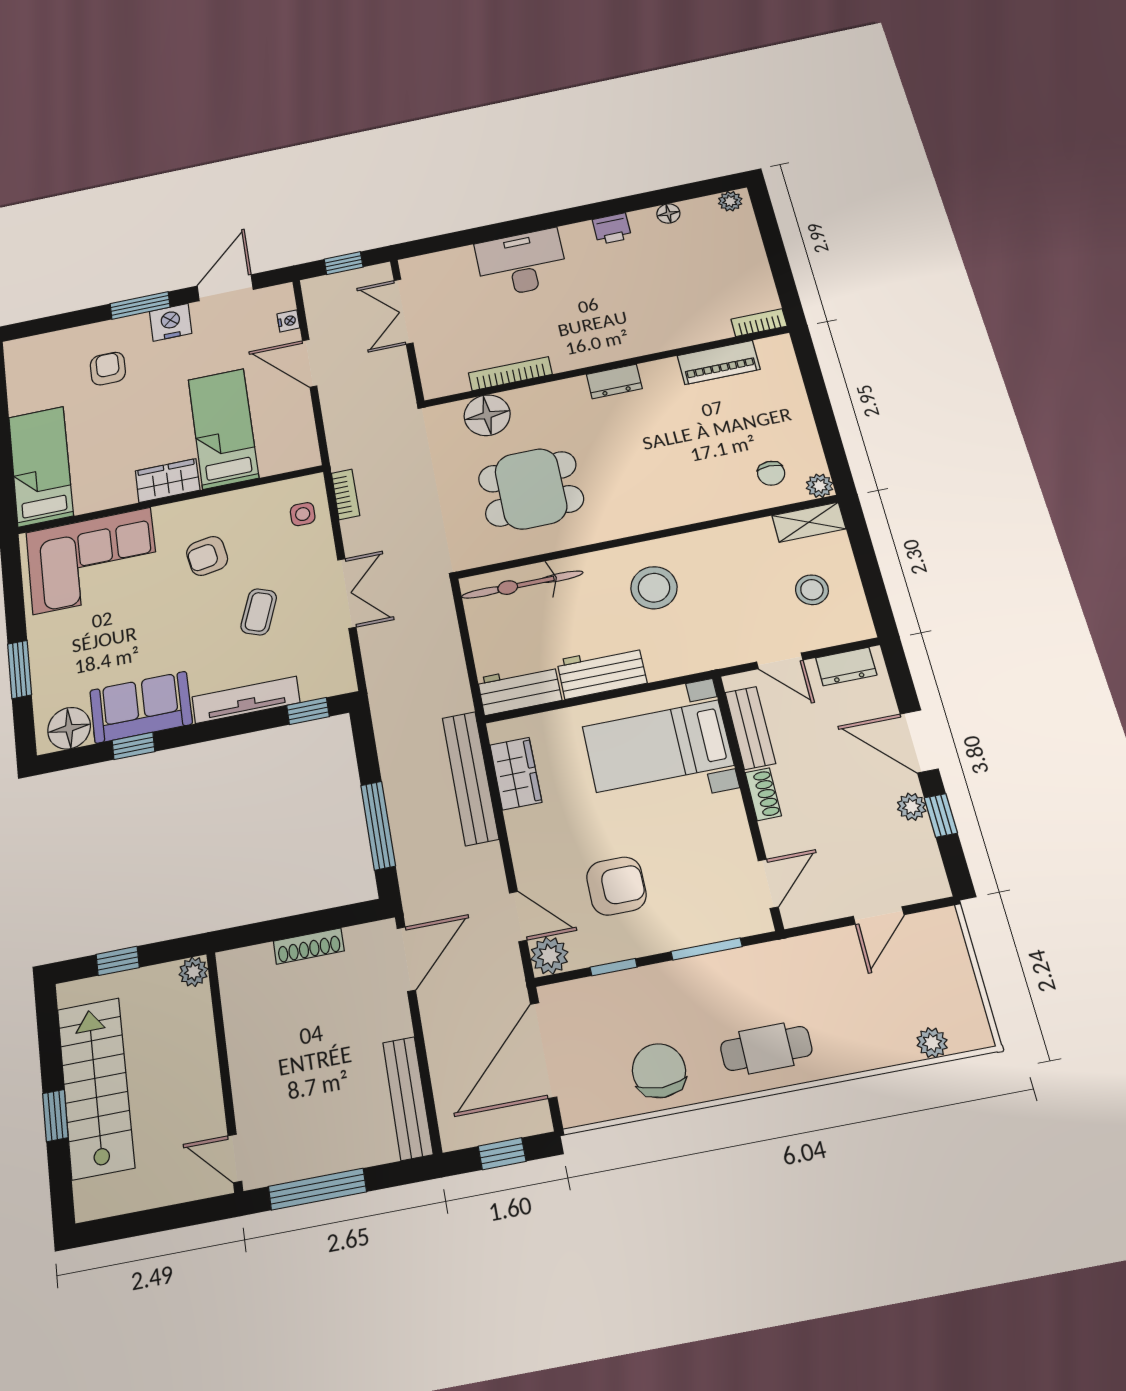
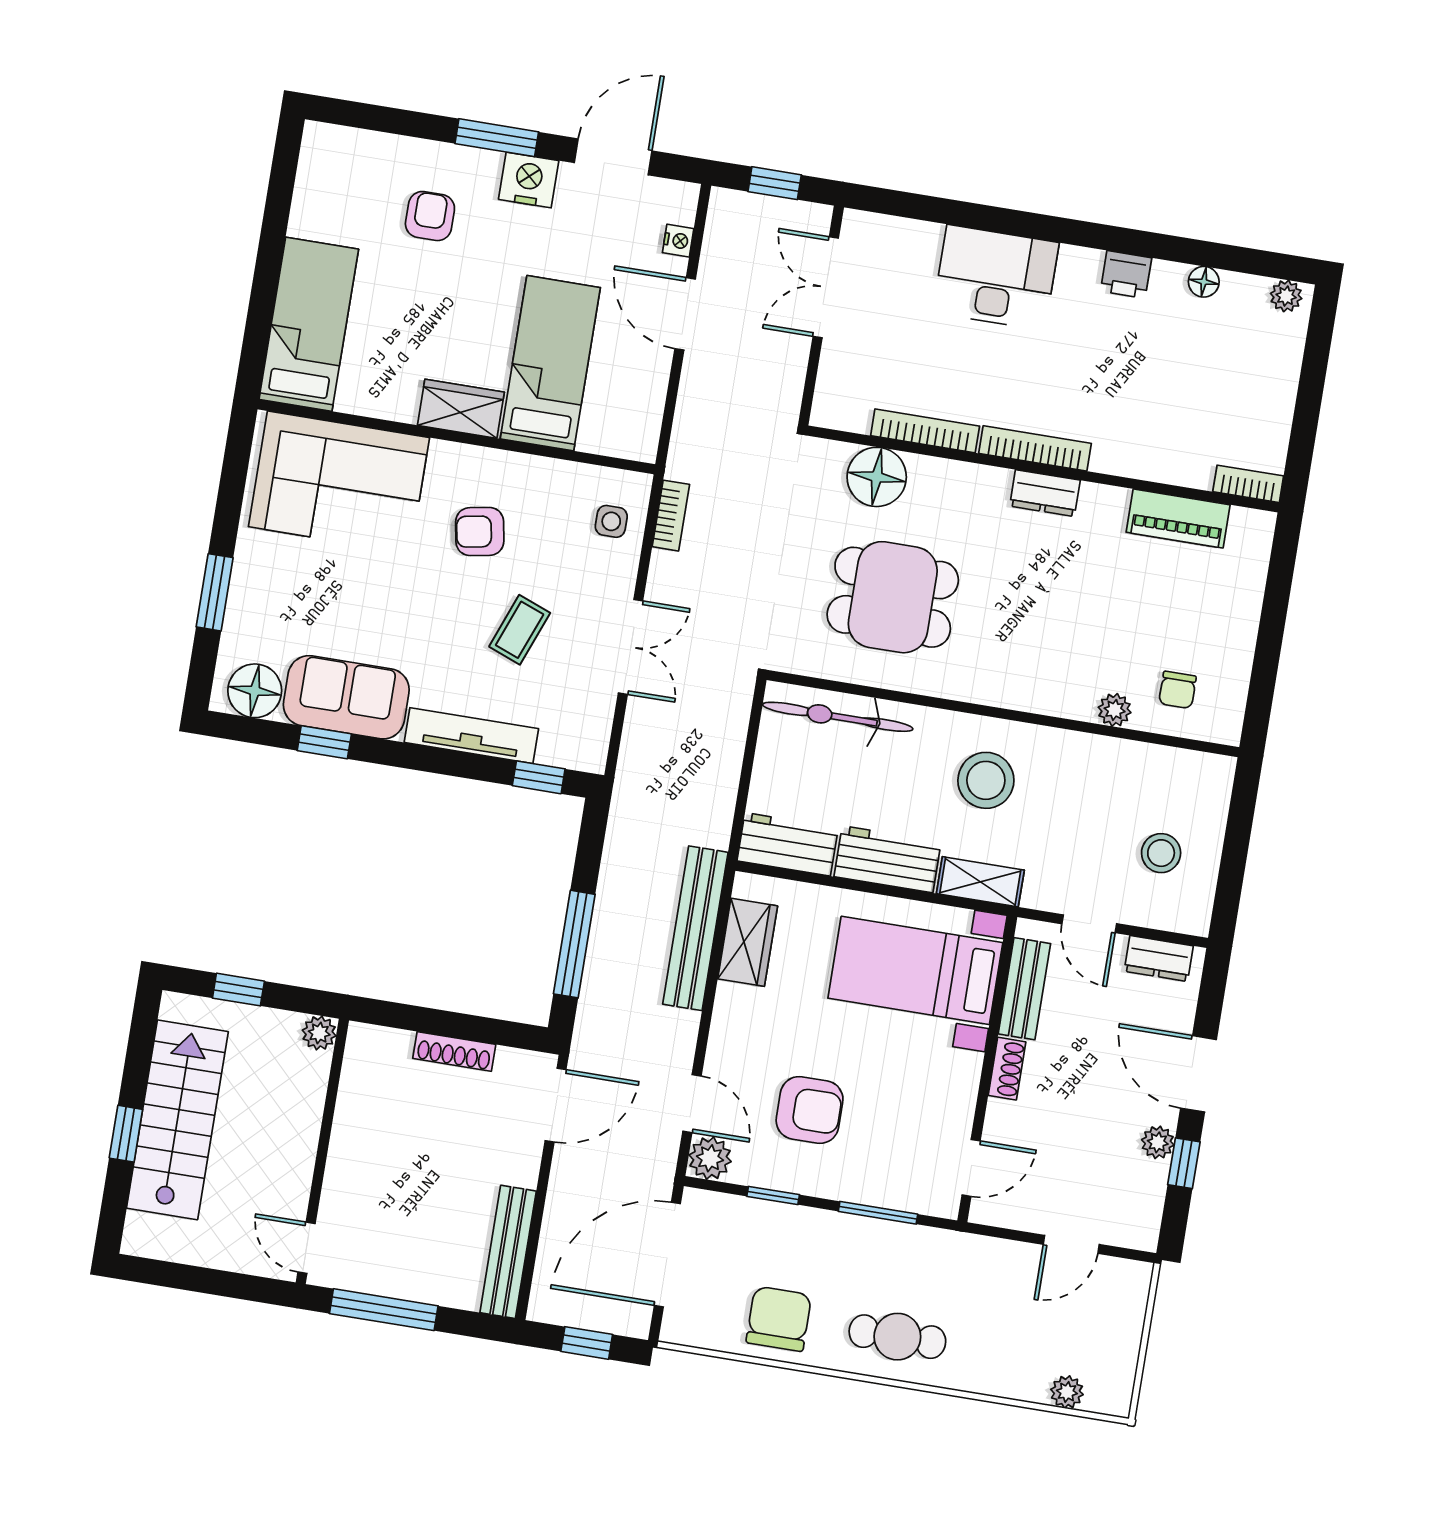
bookcase: (595, 356) -> (1035, 448), added
plant: (820, 486) -> (1115, 710), moved
shelving: (809, 522) -> (980, 882), moved

